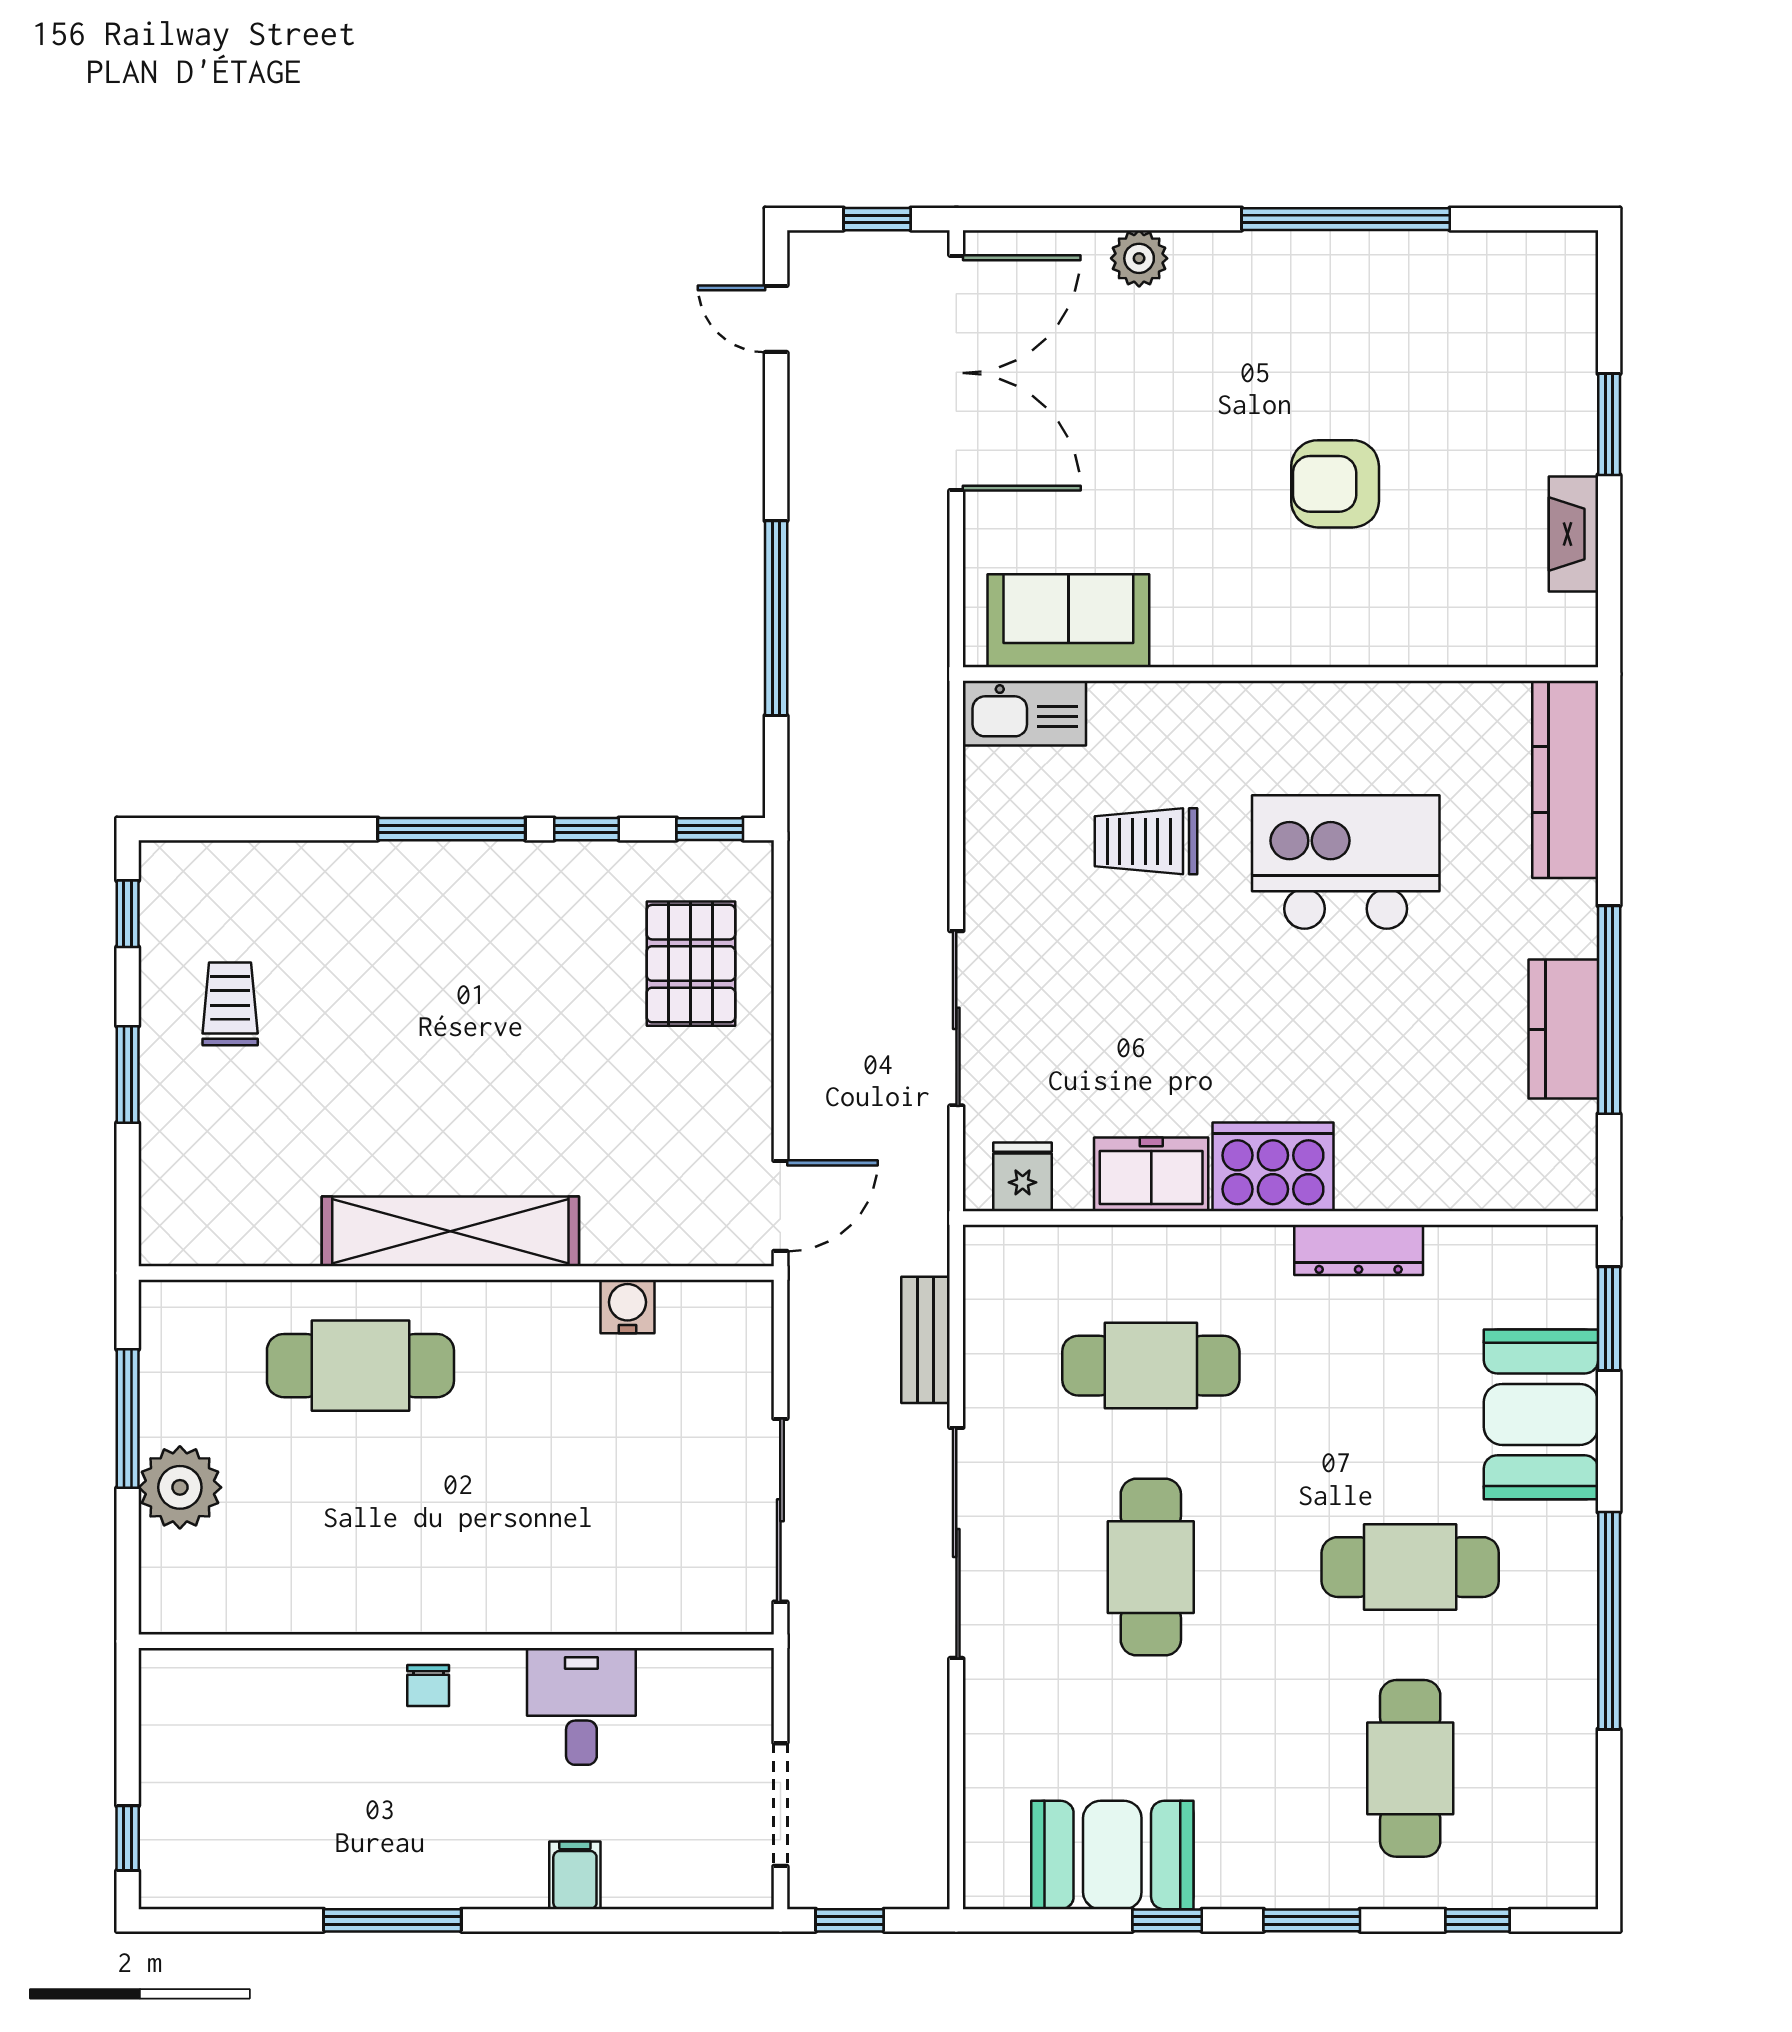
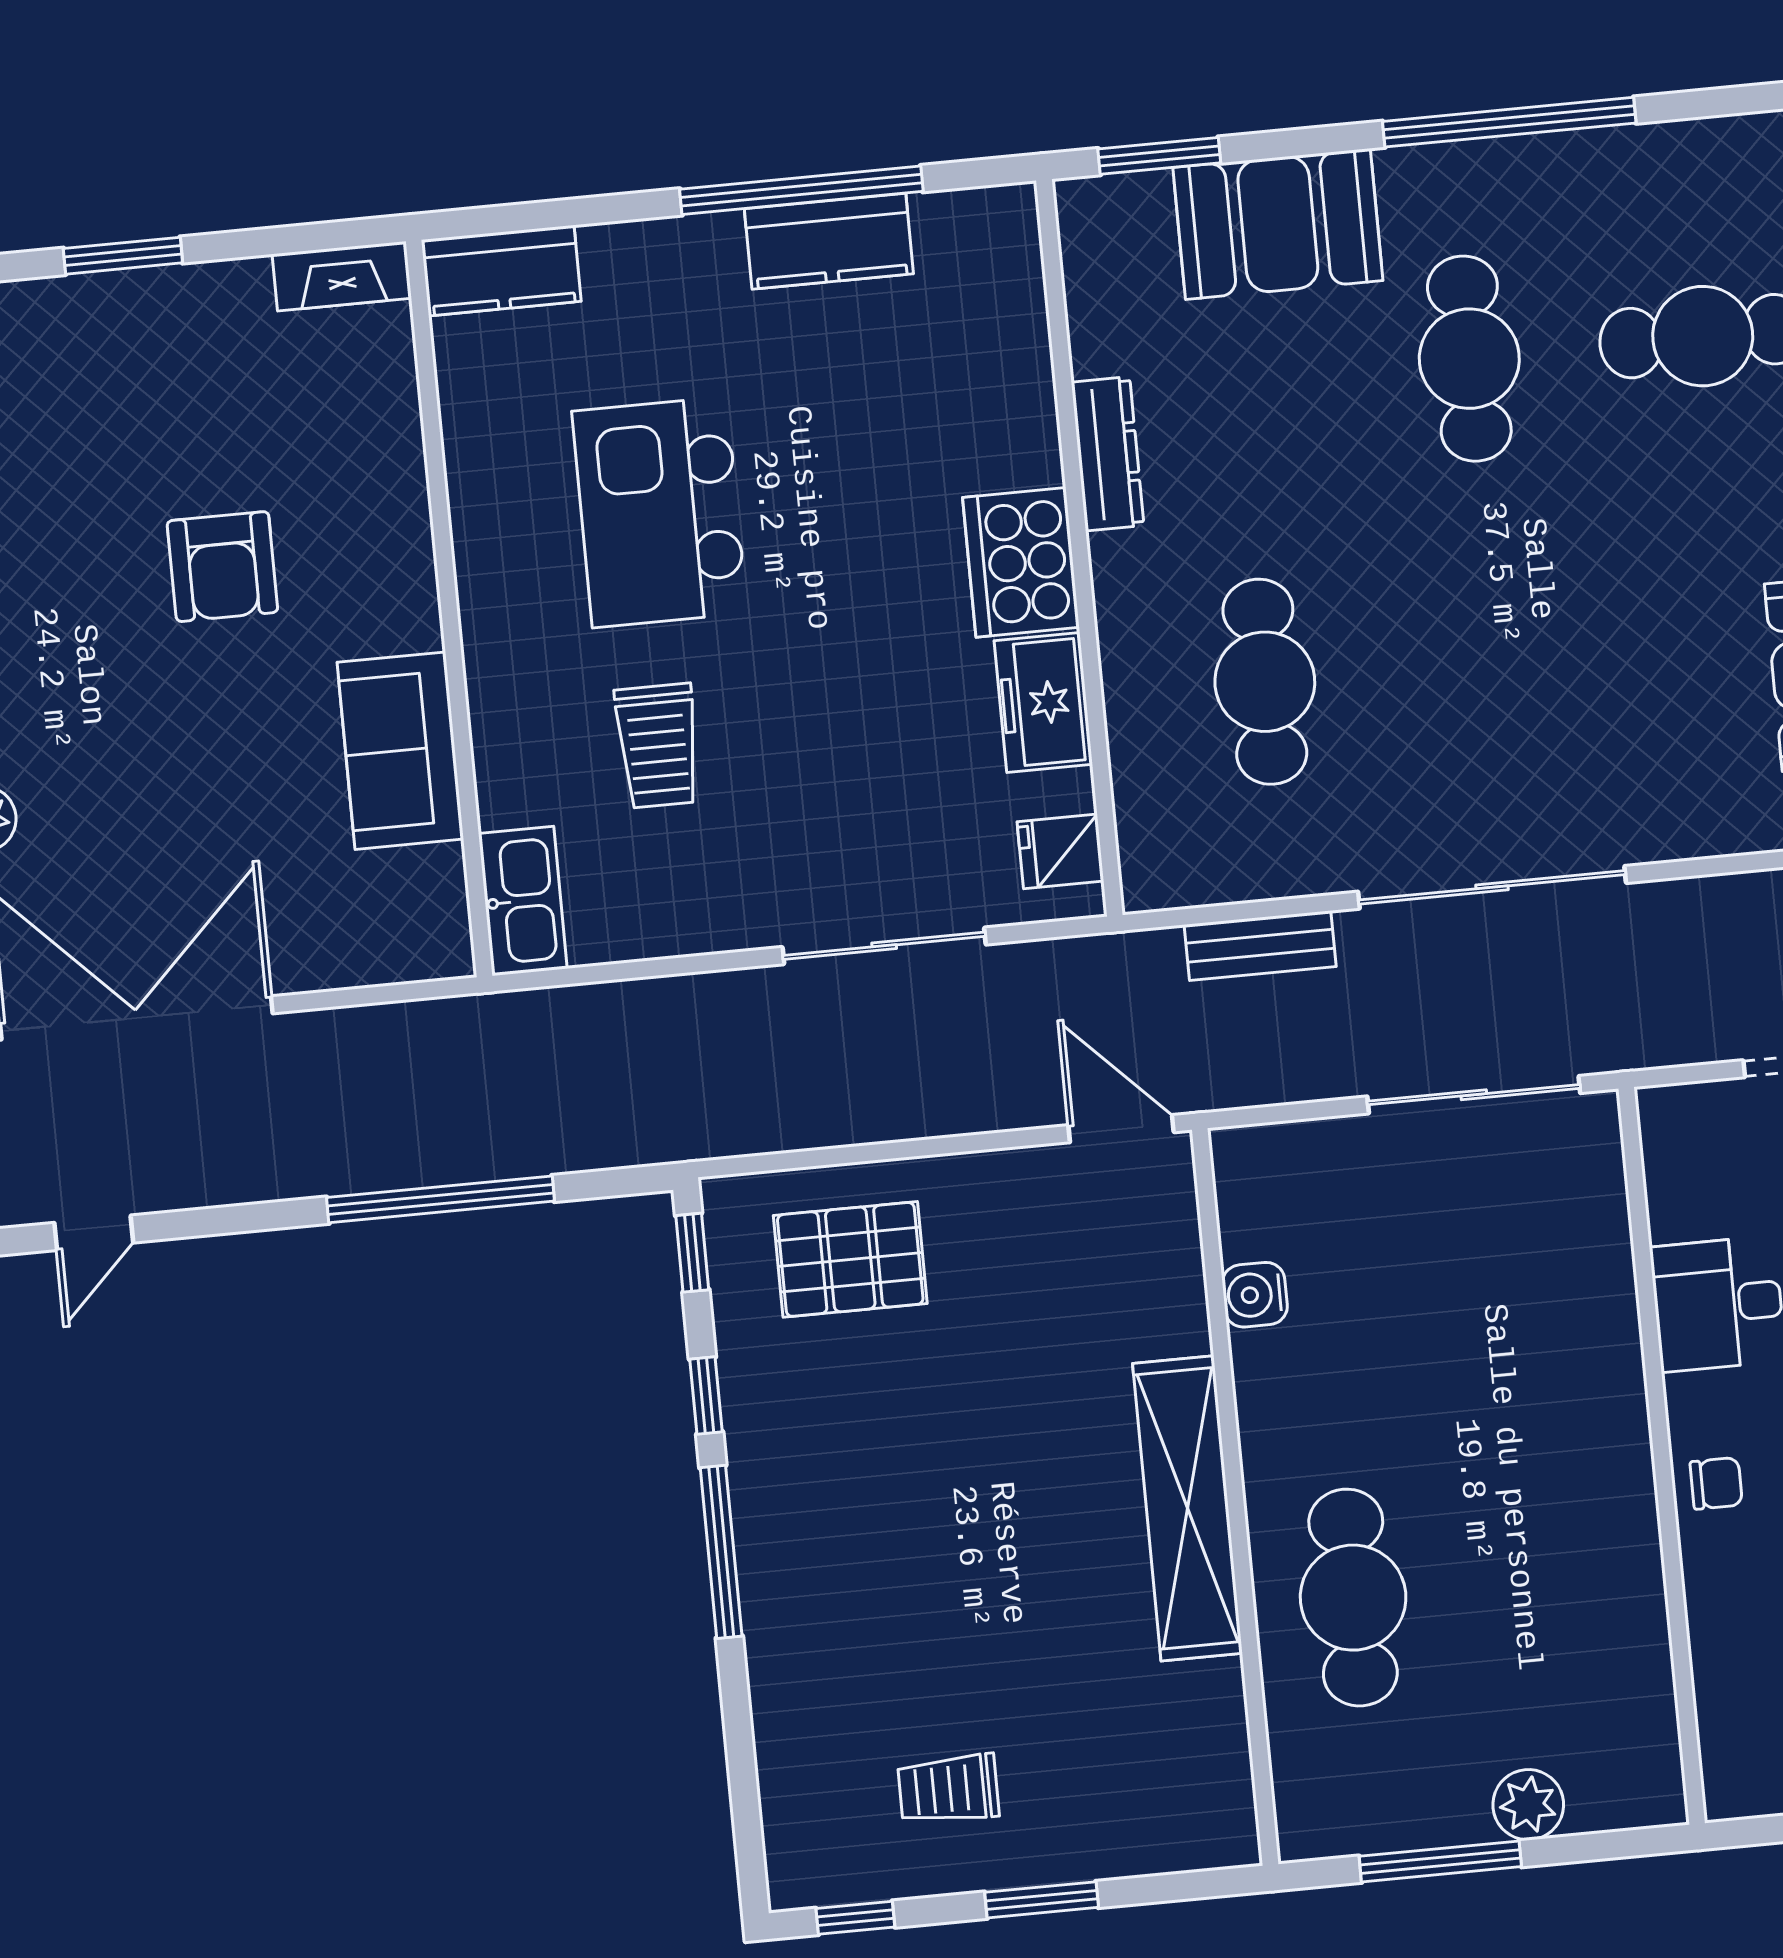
fireplace: (1573, 534) -> (342, 276), moved
sofa: (1068, 621) -> (400, 751), moved
kitchen counter: (1565, 779) -> (501, 271), width x0.67
plant: (180, 1487) -> (1528, 1805), width x0.73, depth x0.73
cafe table: (1151, 1567) -> (1498, 659), removed

